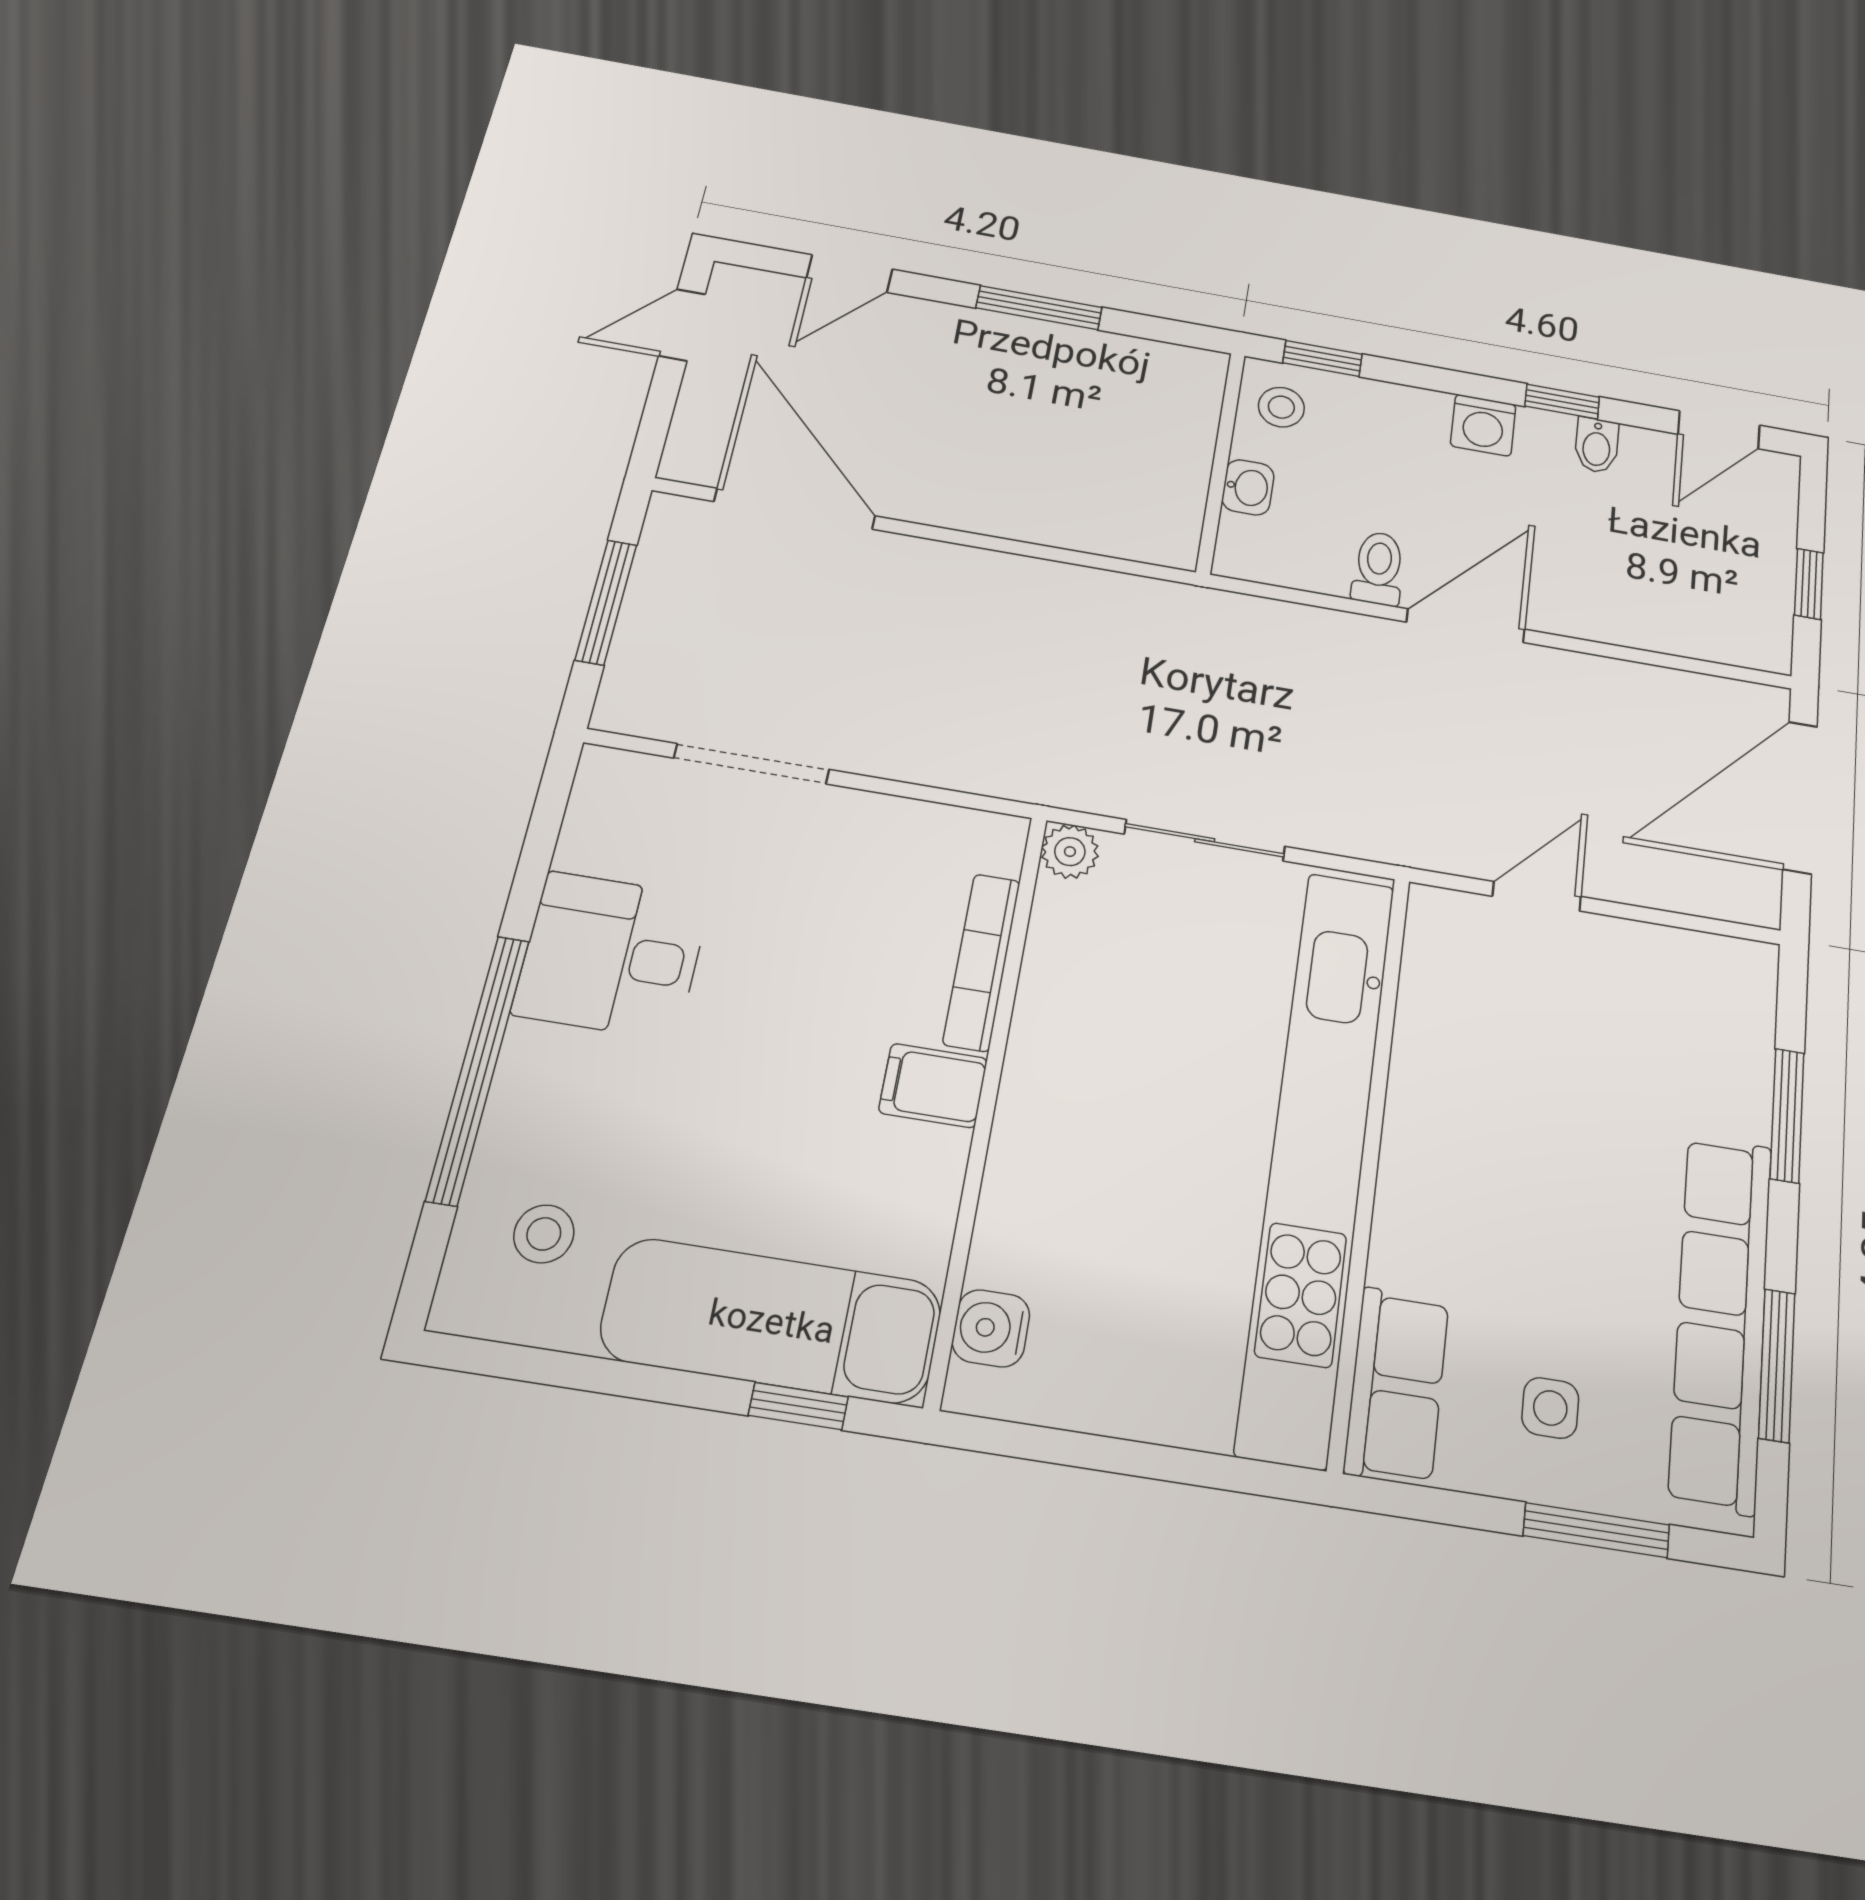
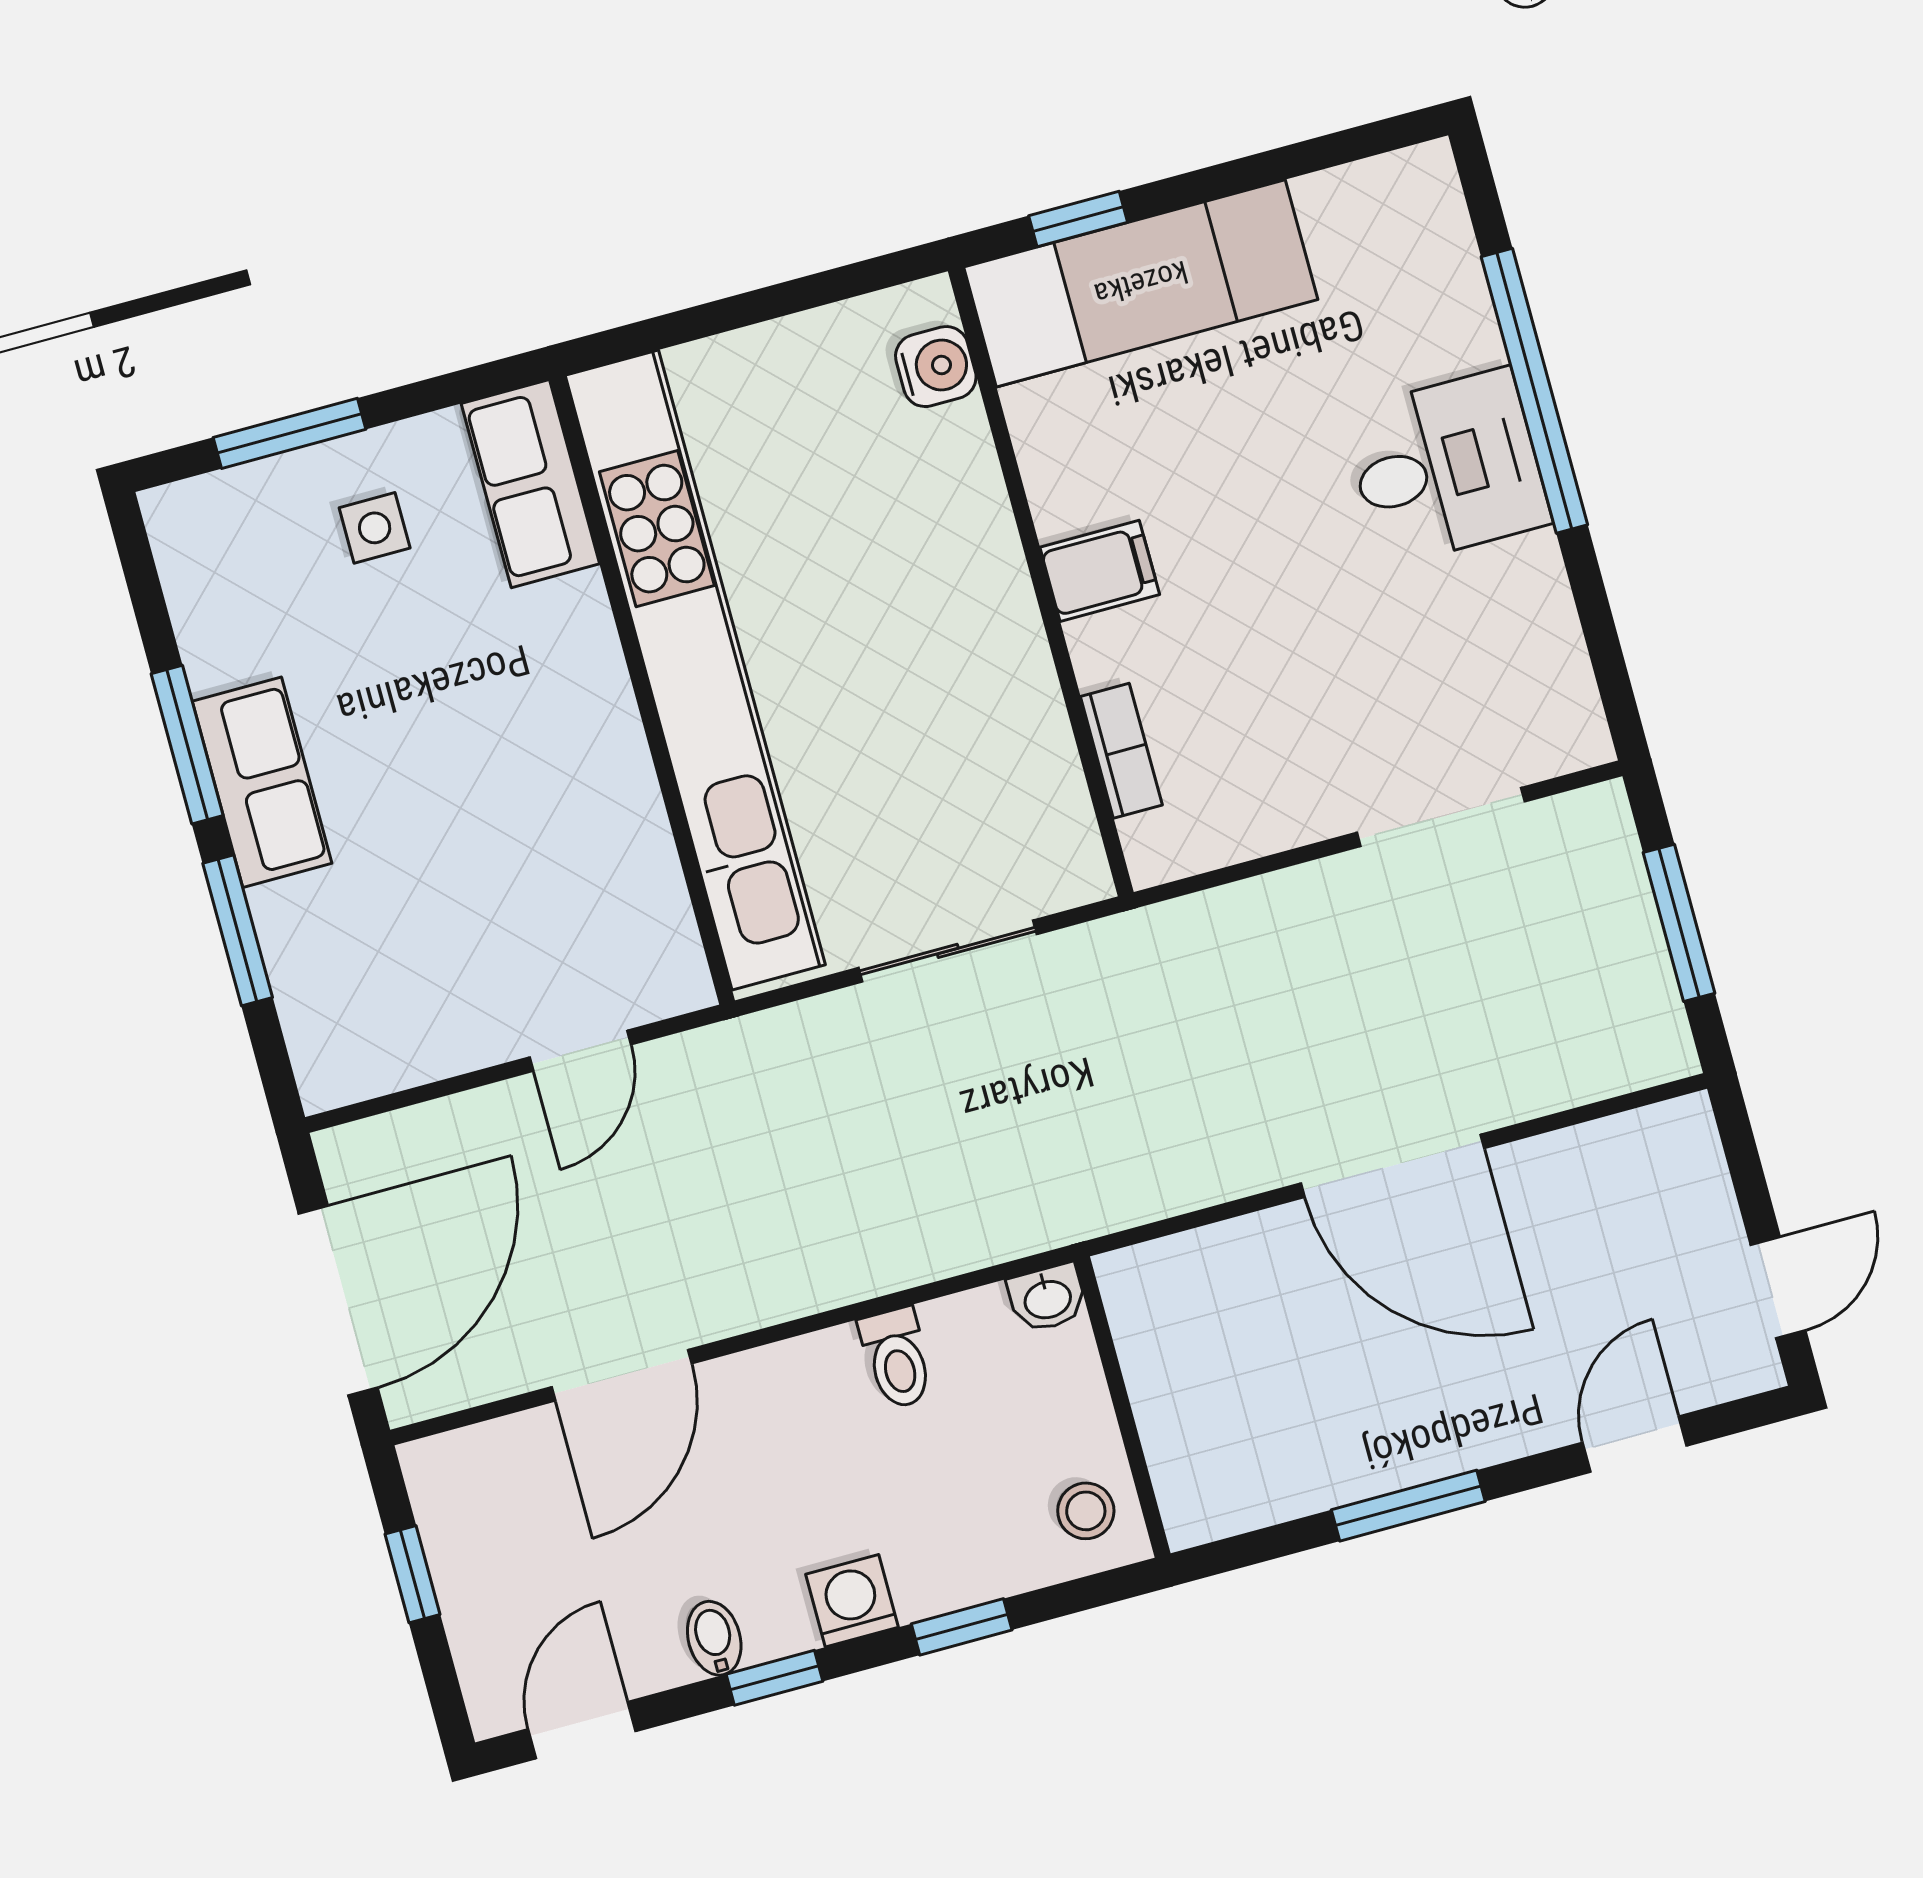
window: (1322, 359) -> (962, 1627), moved
washbasin: (1248, 487) -> (1047, 1298), moved, turned -90
door: (795, 509) -> (1392, 1166), moved
door: (1466, 626) -> (622, 1375), moved
plant: (1070, 852) -> (1079, 874), removed
desk: (612, 955) -> (1446, 467), moved
bookcase: (982, 962) -> (1121, 751), width x0.64
stool: (544, 1234) -> (1389, 268), removed
row of seats: (1721, 1320) -> (262, 782), width x0.50
window: (1777, 1365) -> (187, 745), moved

